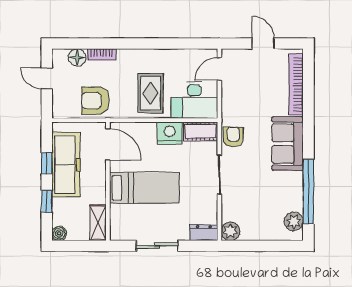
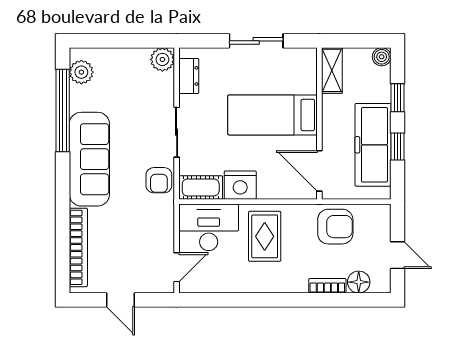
sofa: (287, 144) -> (89, 159), width x1.36
dresser: (204, 233) -> (189, 76), moved, turned -90

